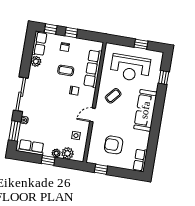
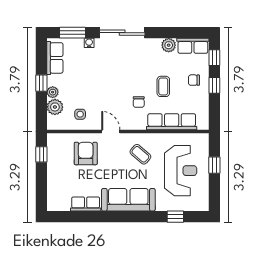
window: (141, 44) -> (214, 165), moved
reception desk: (130, 68) -> (181, 171), turned 180
armchair: (114, 145) -> (86, 153), moved
row of seats: (140, 160) -> (86, 204), moved

